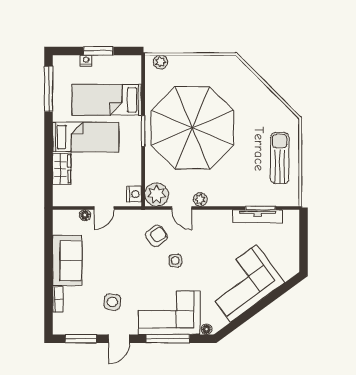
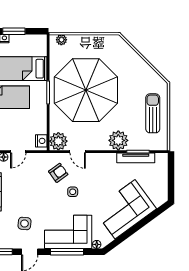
plant: (200, 199) -> (118, 140), moved, width x1.88, depth x1.88

